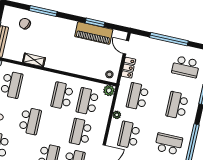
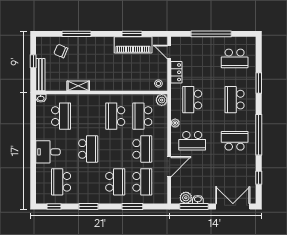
school desk: (81, 132) -> (142, 149), turned 180
school desk: (129, 135) -> (192, 141), turned -90

